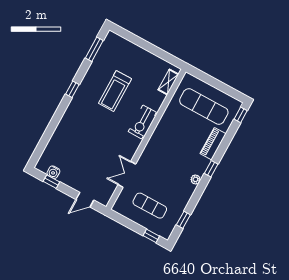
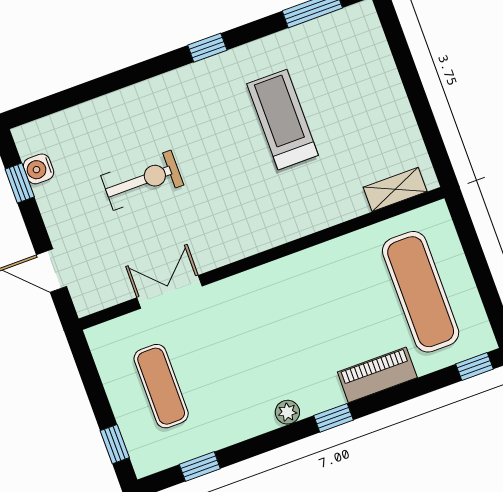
treadmill: (115, 91) -> (283, 120), turned 90
exercise bike: (142, 122) -> (142, 180), moved, turned 180

